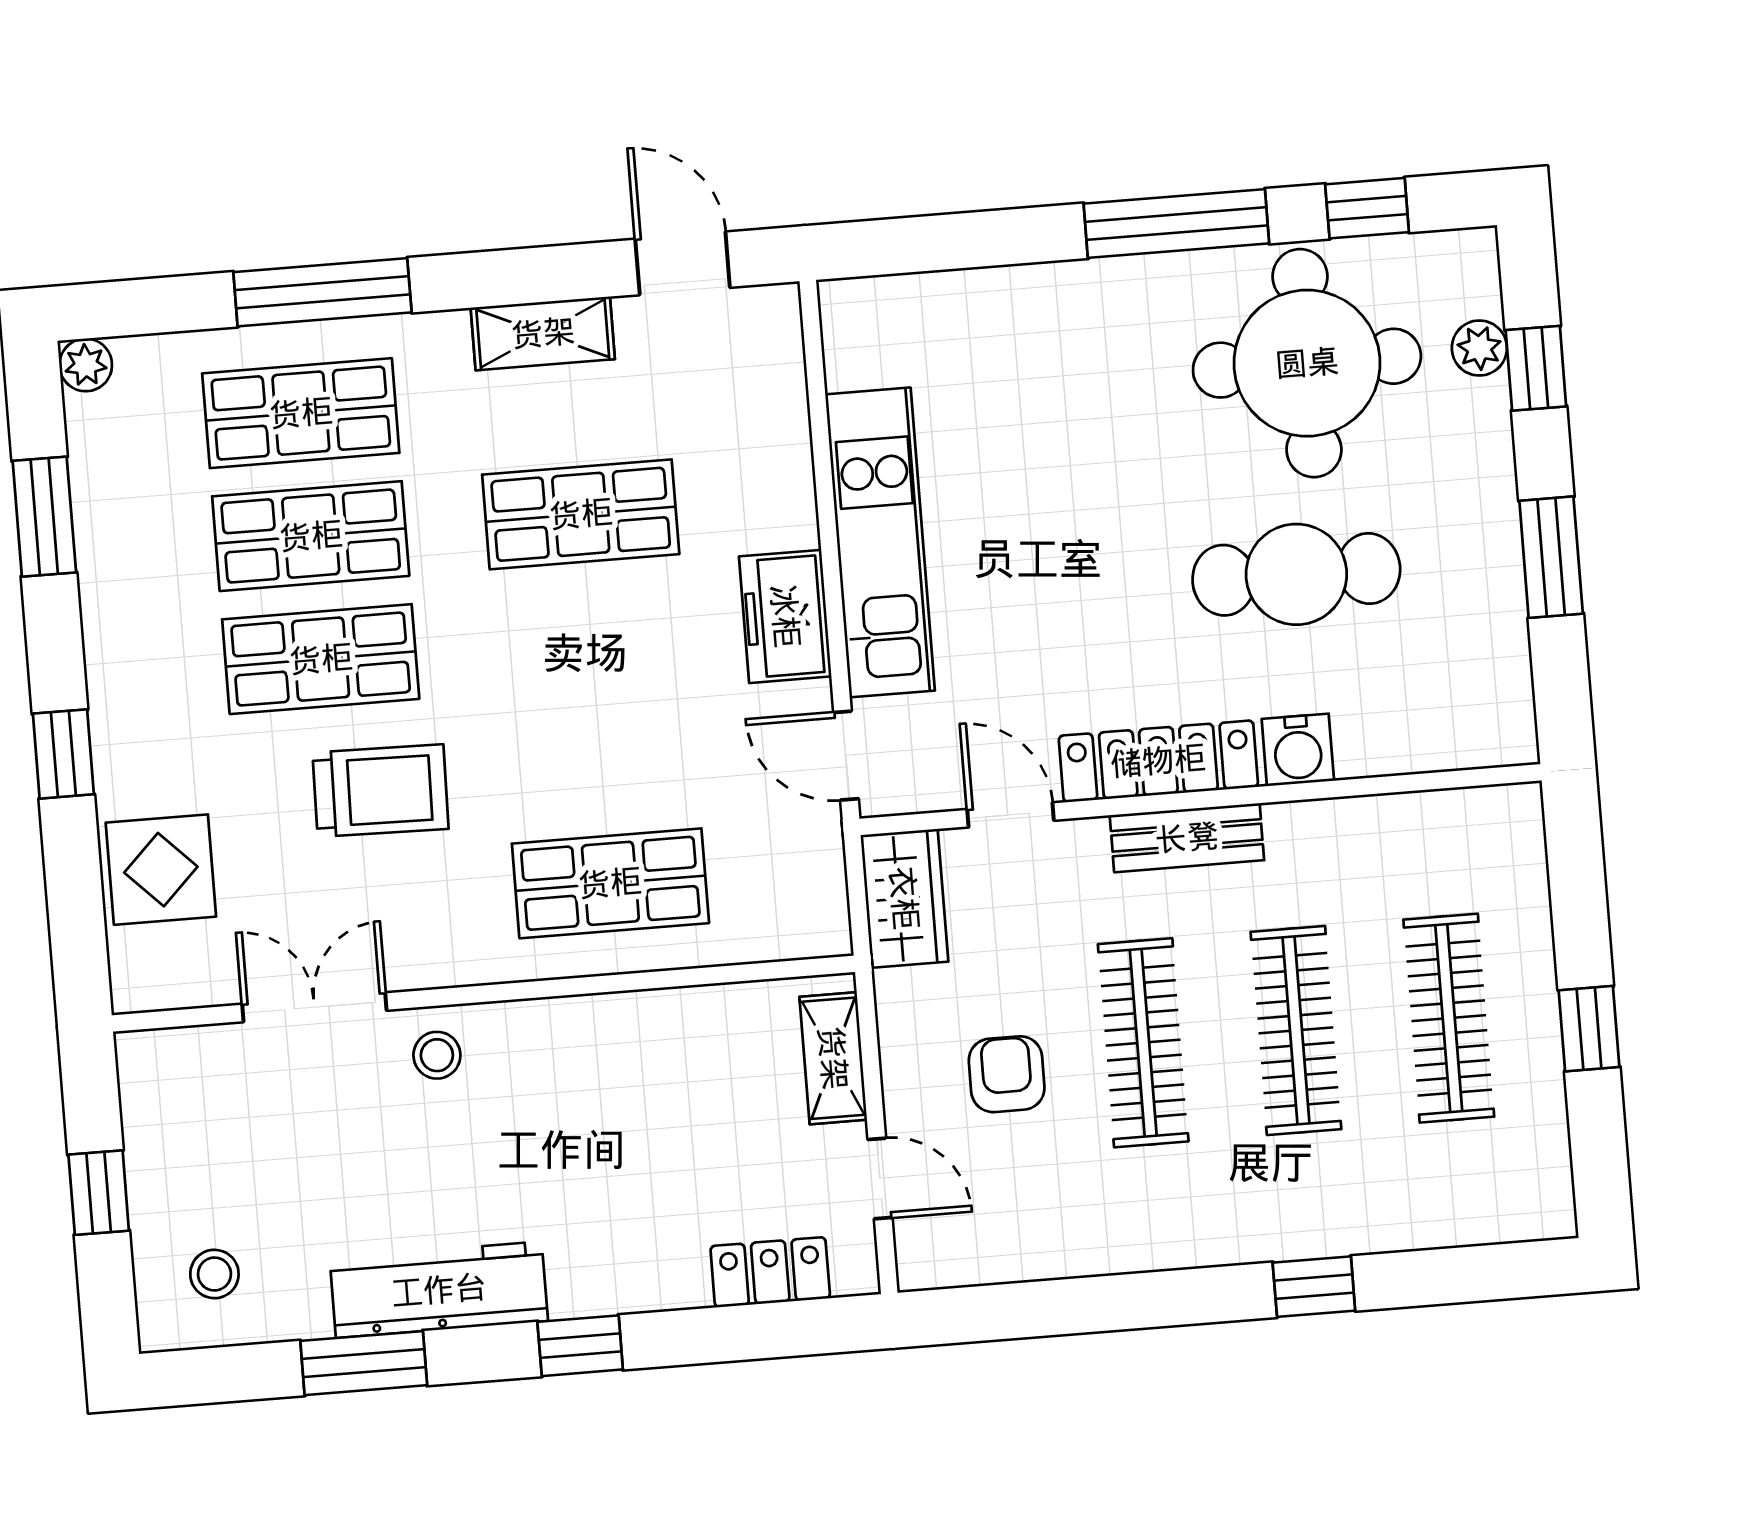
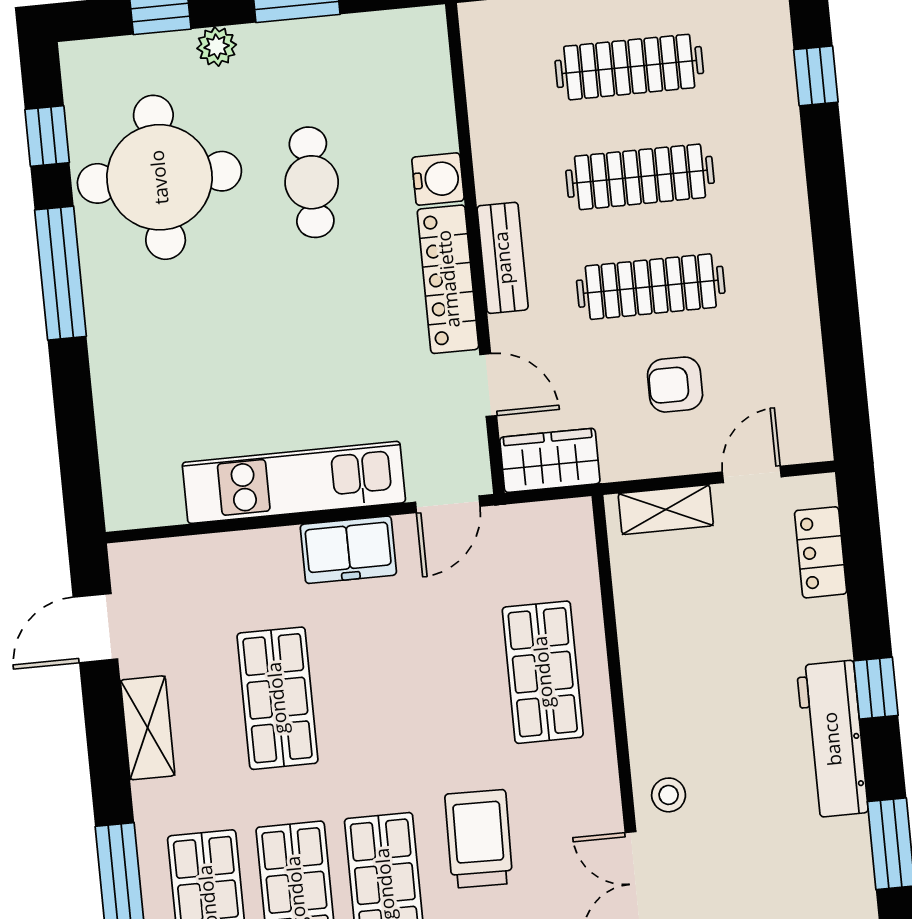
plant: (1479, 348) -> (217, 47), moved
cafe table: (1296, 574) -> (312, 182), width x0.73, depth x0.74
door: (1010, 815) -> (488, 385), swing flipped
window: (1314, 1287) -> (816, 76), moved
workbench: (439, 1290) -> (832, 739), moved

